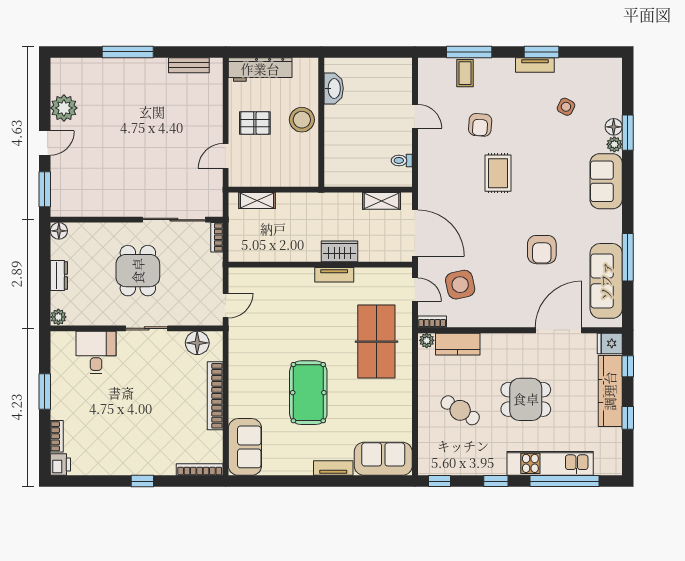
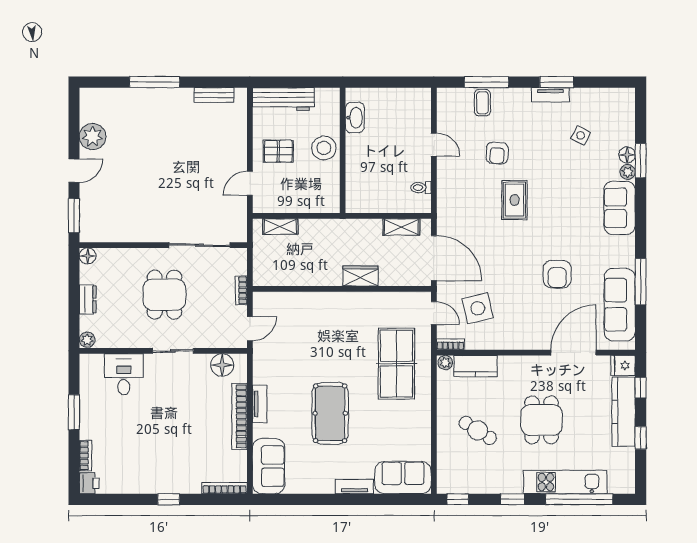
bookcase: (217, 237) -> (241, 290), moved
tv unit: (334, 275) -> (260, 404), moved, turned -90
dining table: (526, 399) -> (542, 420), turned 90

